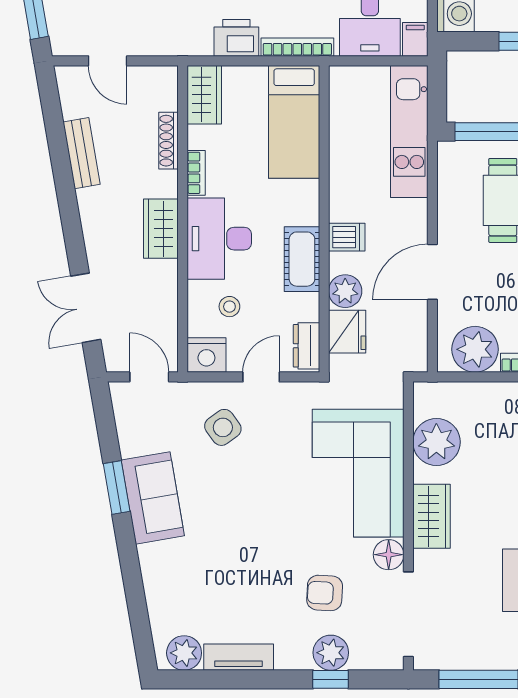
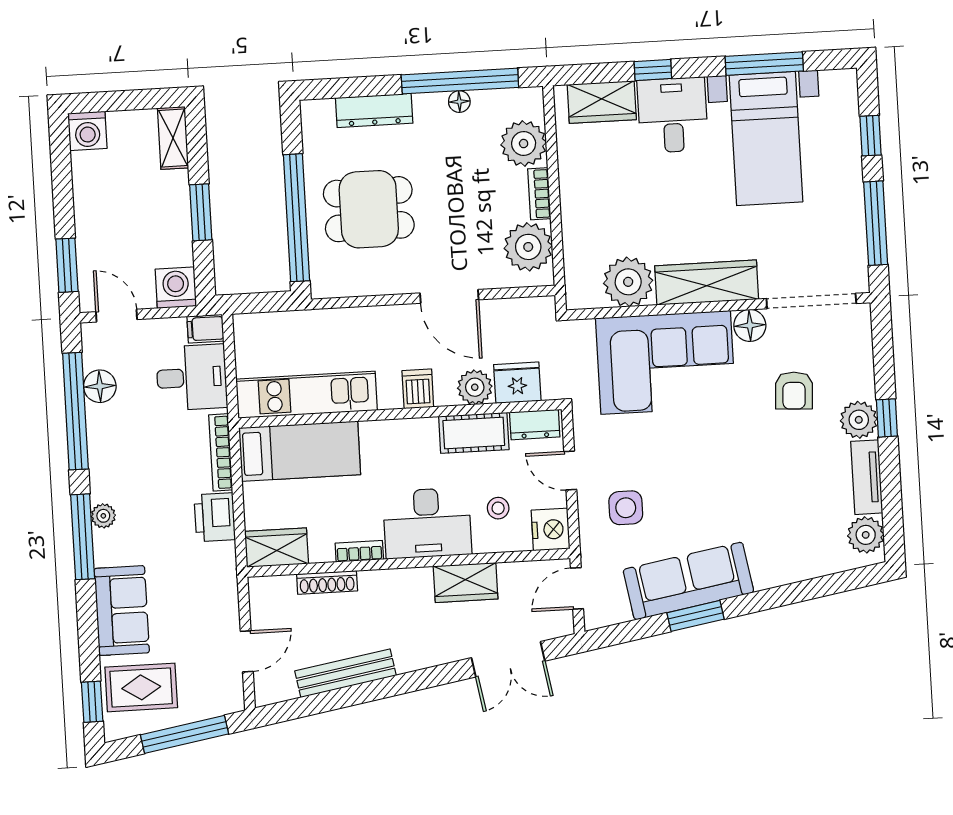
kitchen unit: (409, 132) -> (307, 395), moved, turned 180
bench: (82, 153) -> (345, 673), width x1.36
wardrobe: (161, 229) -> (466, 583), moved
cot: (302, 259) -> (474, 433), moved
side table: (223, 427) -> (626, 508), turned 36
sofa: (153, 498) -> (688, 581), width x1.36
wardrobe: (432, 516) -> (707, 283), width x1.50
plant: (331, 653) -> (859, 420), moved
window: (331, 679) -> (887, 418), moved

